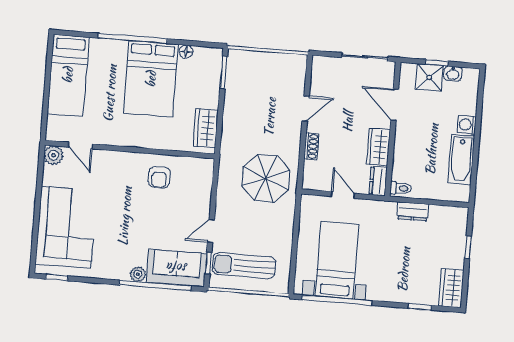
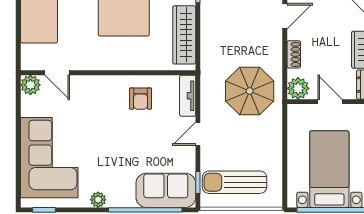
wardrobe: (206, 128) -> (184, 35), width x1.50
tv unit: (205, 178) -> (188, 96), added
plant: (313, 180) -> (298, 88), added
door: (211, 231) -> (198, 134), moved
plant: (138, 274) -> (98, 200), moved

